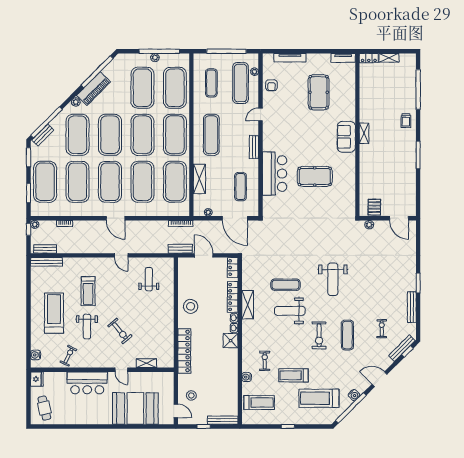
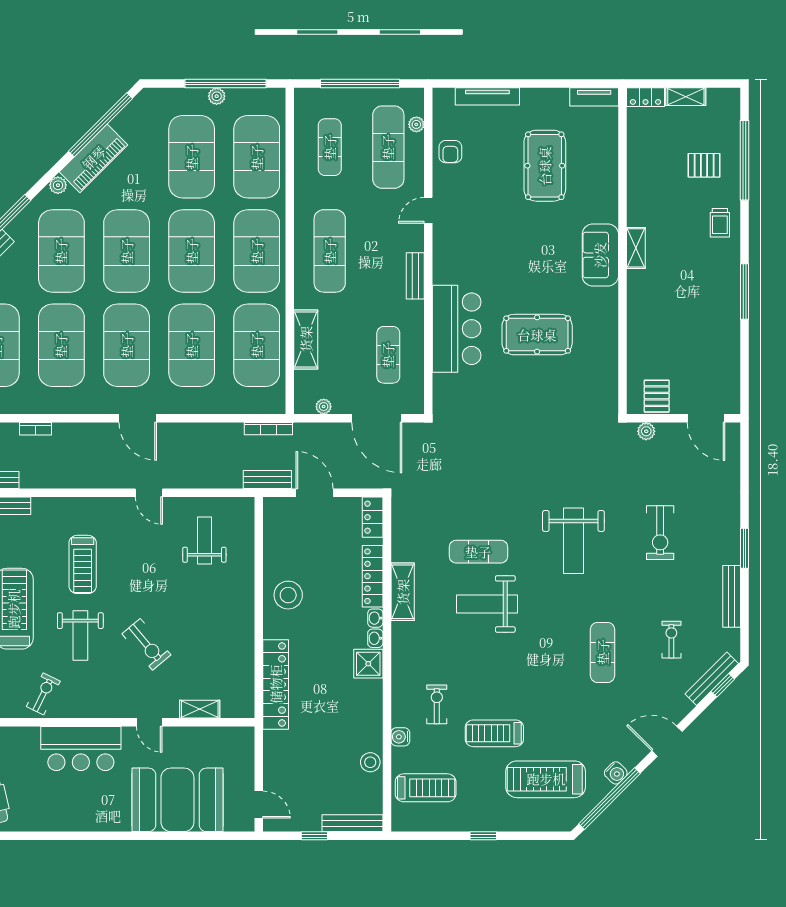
pallet: (398, 92) -> (704, 165), added
exercise bike: (319, 335) -> (660, 533), moved
stool: (191, 396) -> (370, 762), moved

